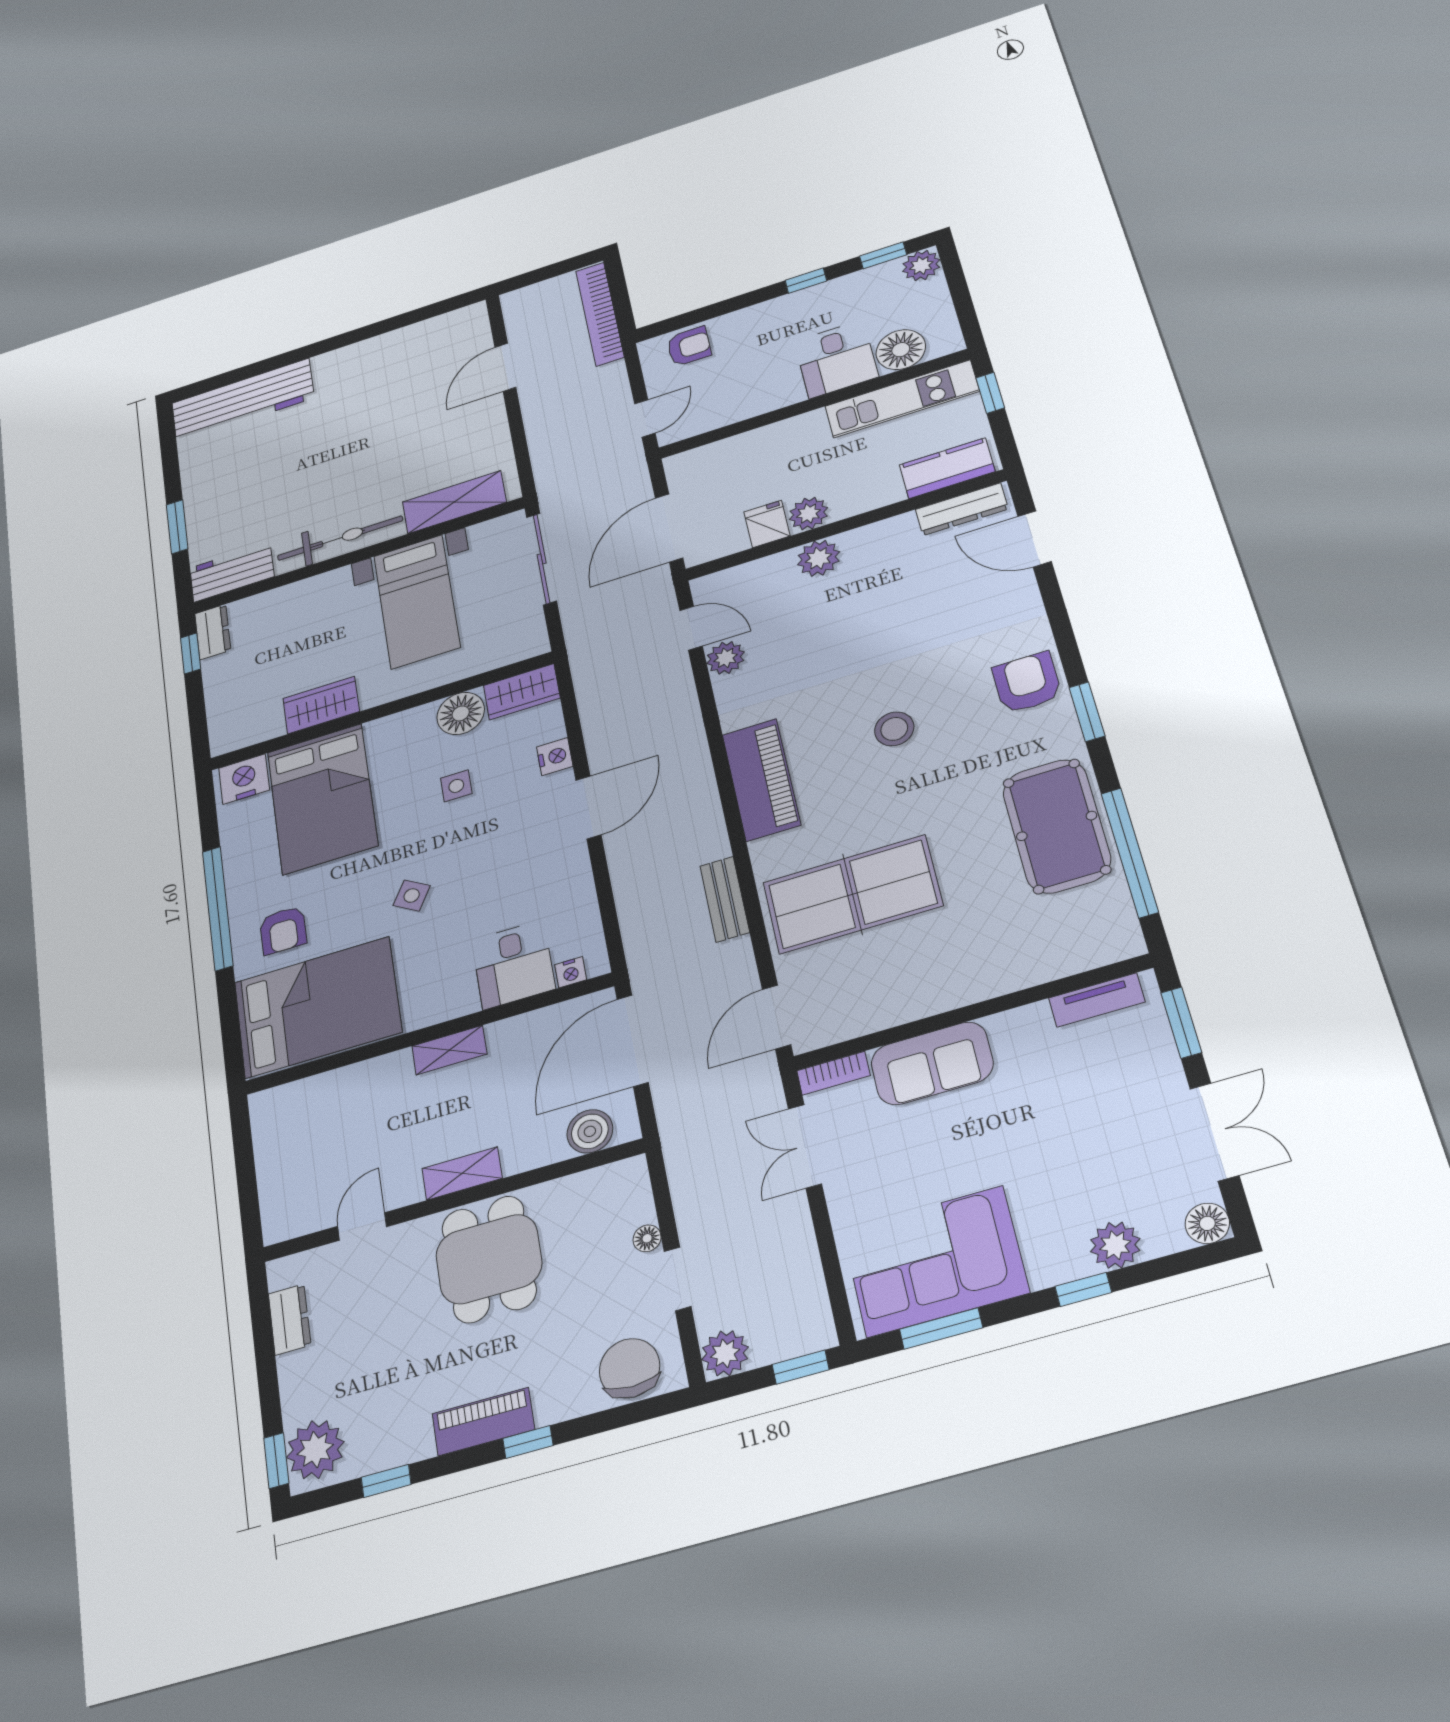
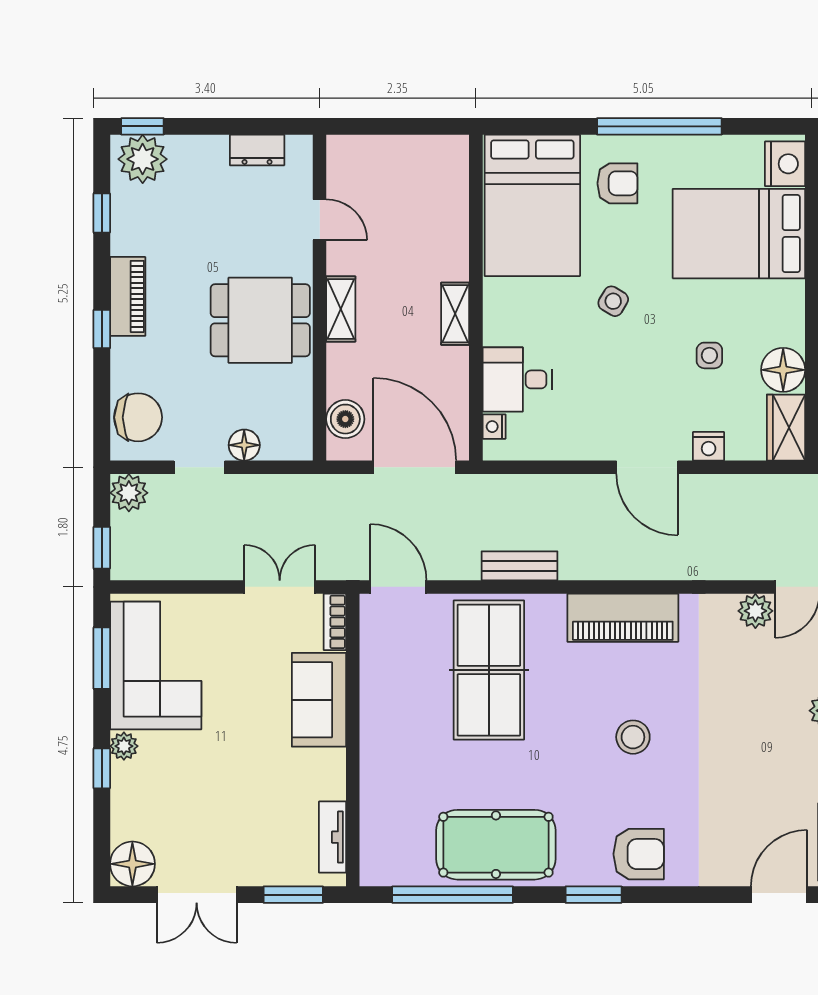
armchair: (283, 930) -> (617, 183), turned 180
floor lamp: (1207, 1223) -> (132, 864), width x1.38, depth x1.38
floor lamp: (647, 1238) -> (244, 445), width x1.37, depth x1.37
plant: (1115, 1245) -> (124, 746), moved, width x0.73, depth x0.73

